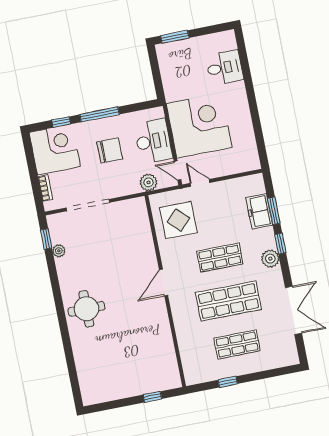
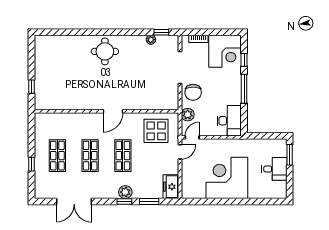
desk: (224, 68) -> (274, 169), moved, turned -90
corner desk: (199, 126) -> (227, 178), moved, turned 180
desk: (153, 141) -> (229, 121), moved, turned -90
chair: (110, 150) -> (193, 92), moved
freezer: (259, 211) -> (171, 187), moved, turned -90
plant: (270, 259) -> (125, 192), moved
door: (164, 283) -> (113, 111), swing flipped
shop shelf: (228, 301) -> (90, 156), width x0.70, depth x0.74
window: (228, 382) -> (32, 164), moved

